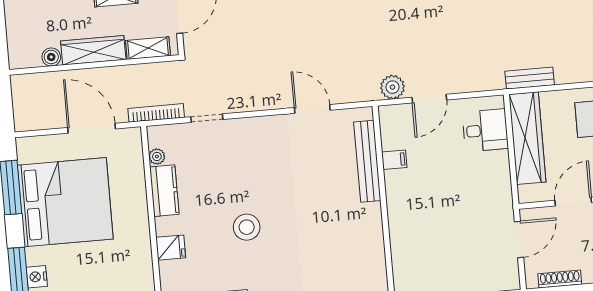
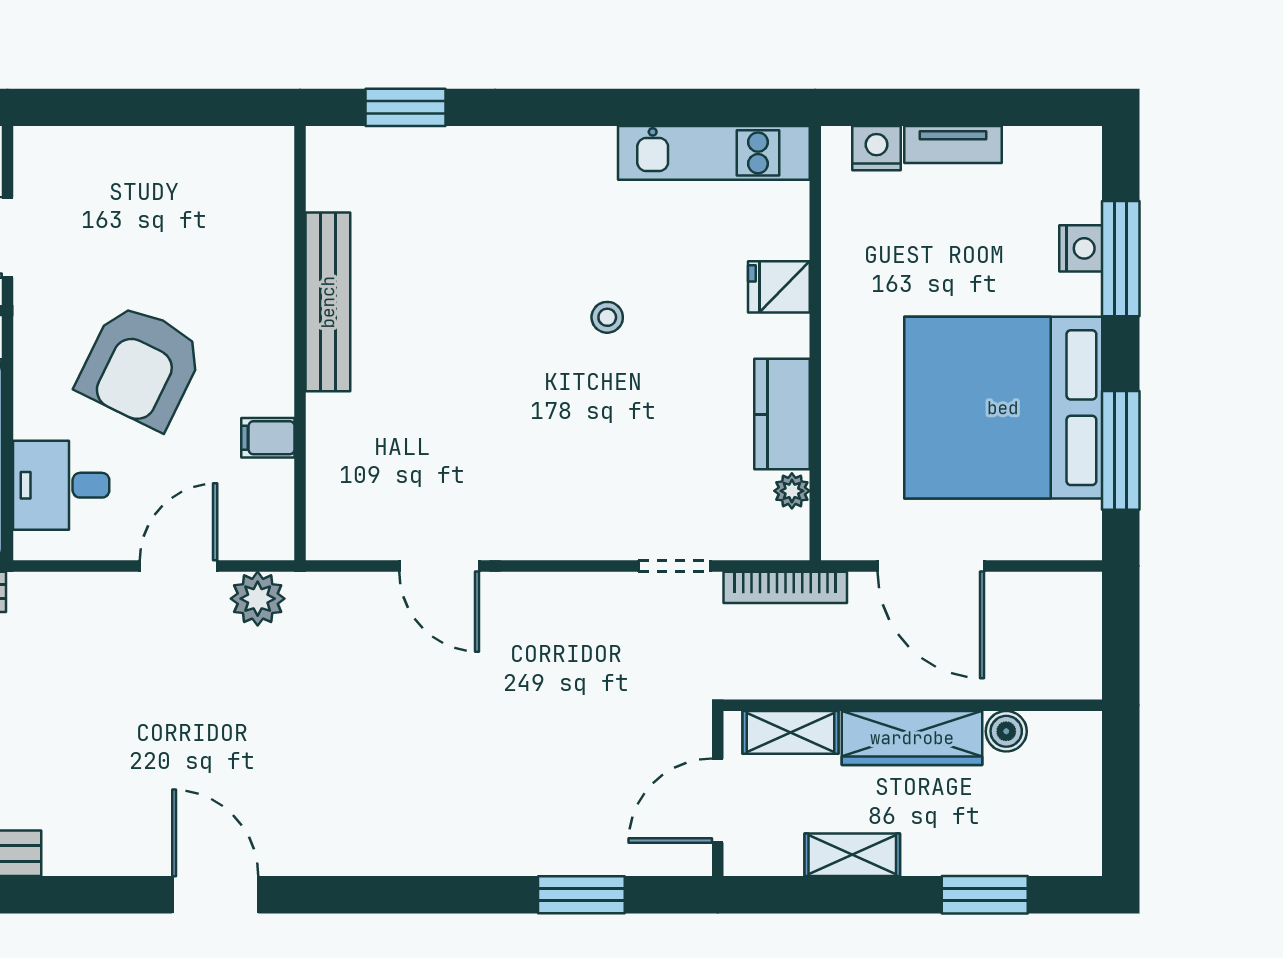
bench: (367, 161) -> (328, 302), moved
armchair: (454, 187) -> (141, 366), added
stool: (247, 227) -> (607, 317), width x0.53, depth x0.53

